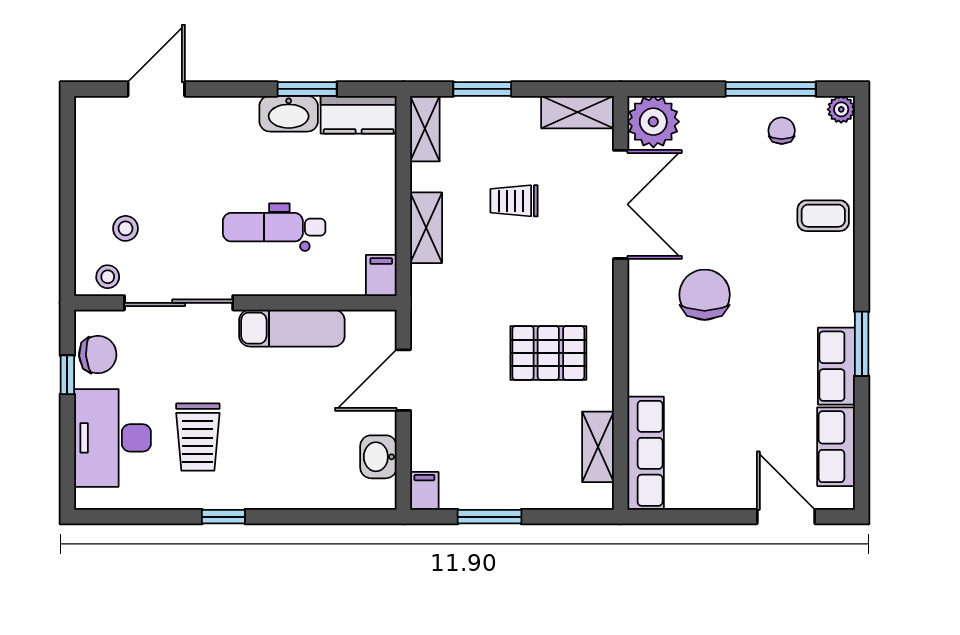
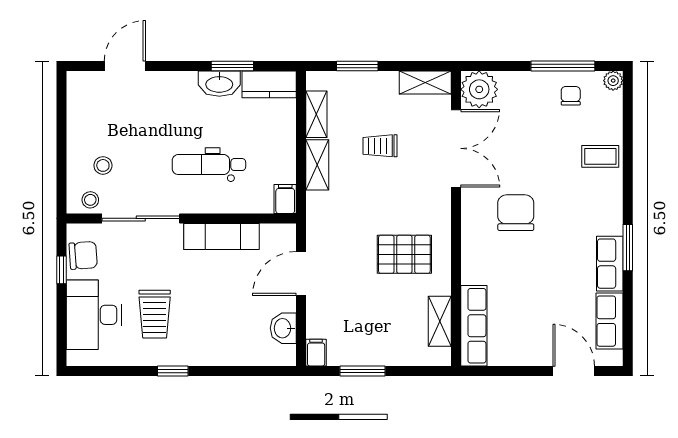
shelving: (425, 129) -> (316, 114), moved

